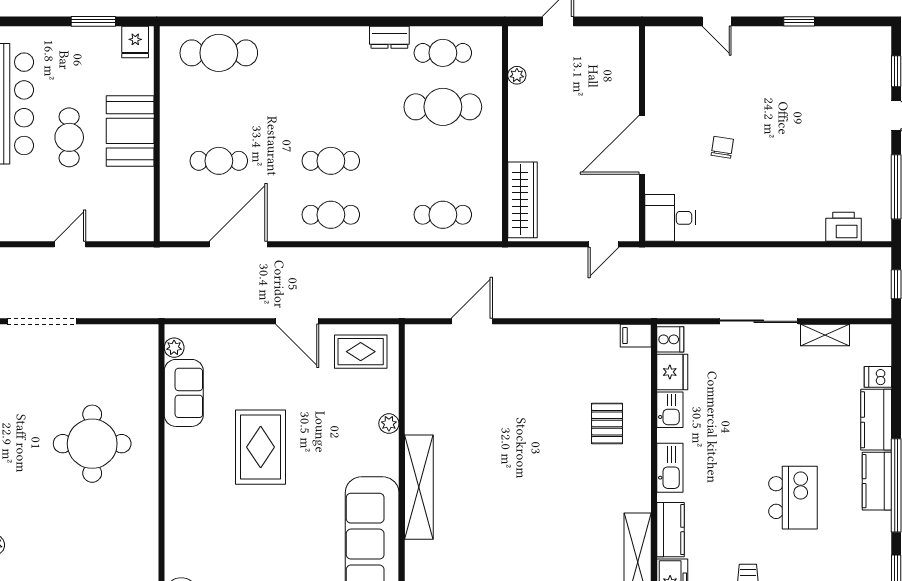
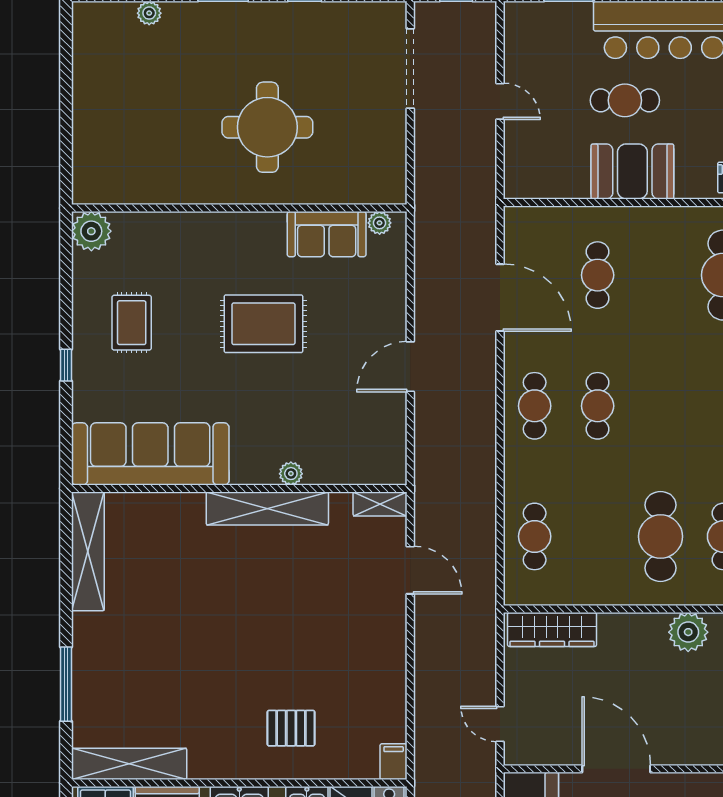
plant: (517, 75) -> (688, 632), width x1.88, depth x1.88
shelving: (415, 347) -> (380, 504), added
rug: (361, 352) -> (132, 323), moved
shelving: (419, 487) -> (267, 508), moved

